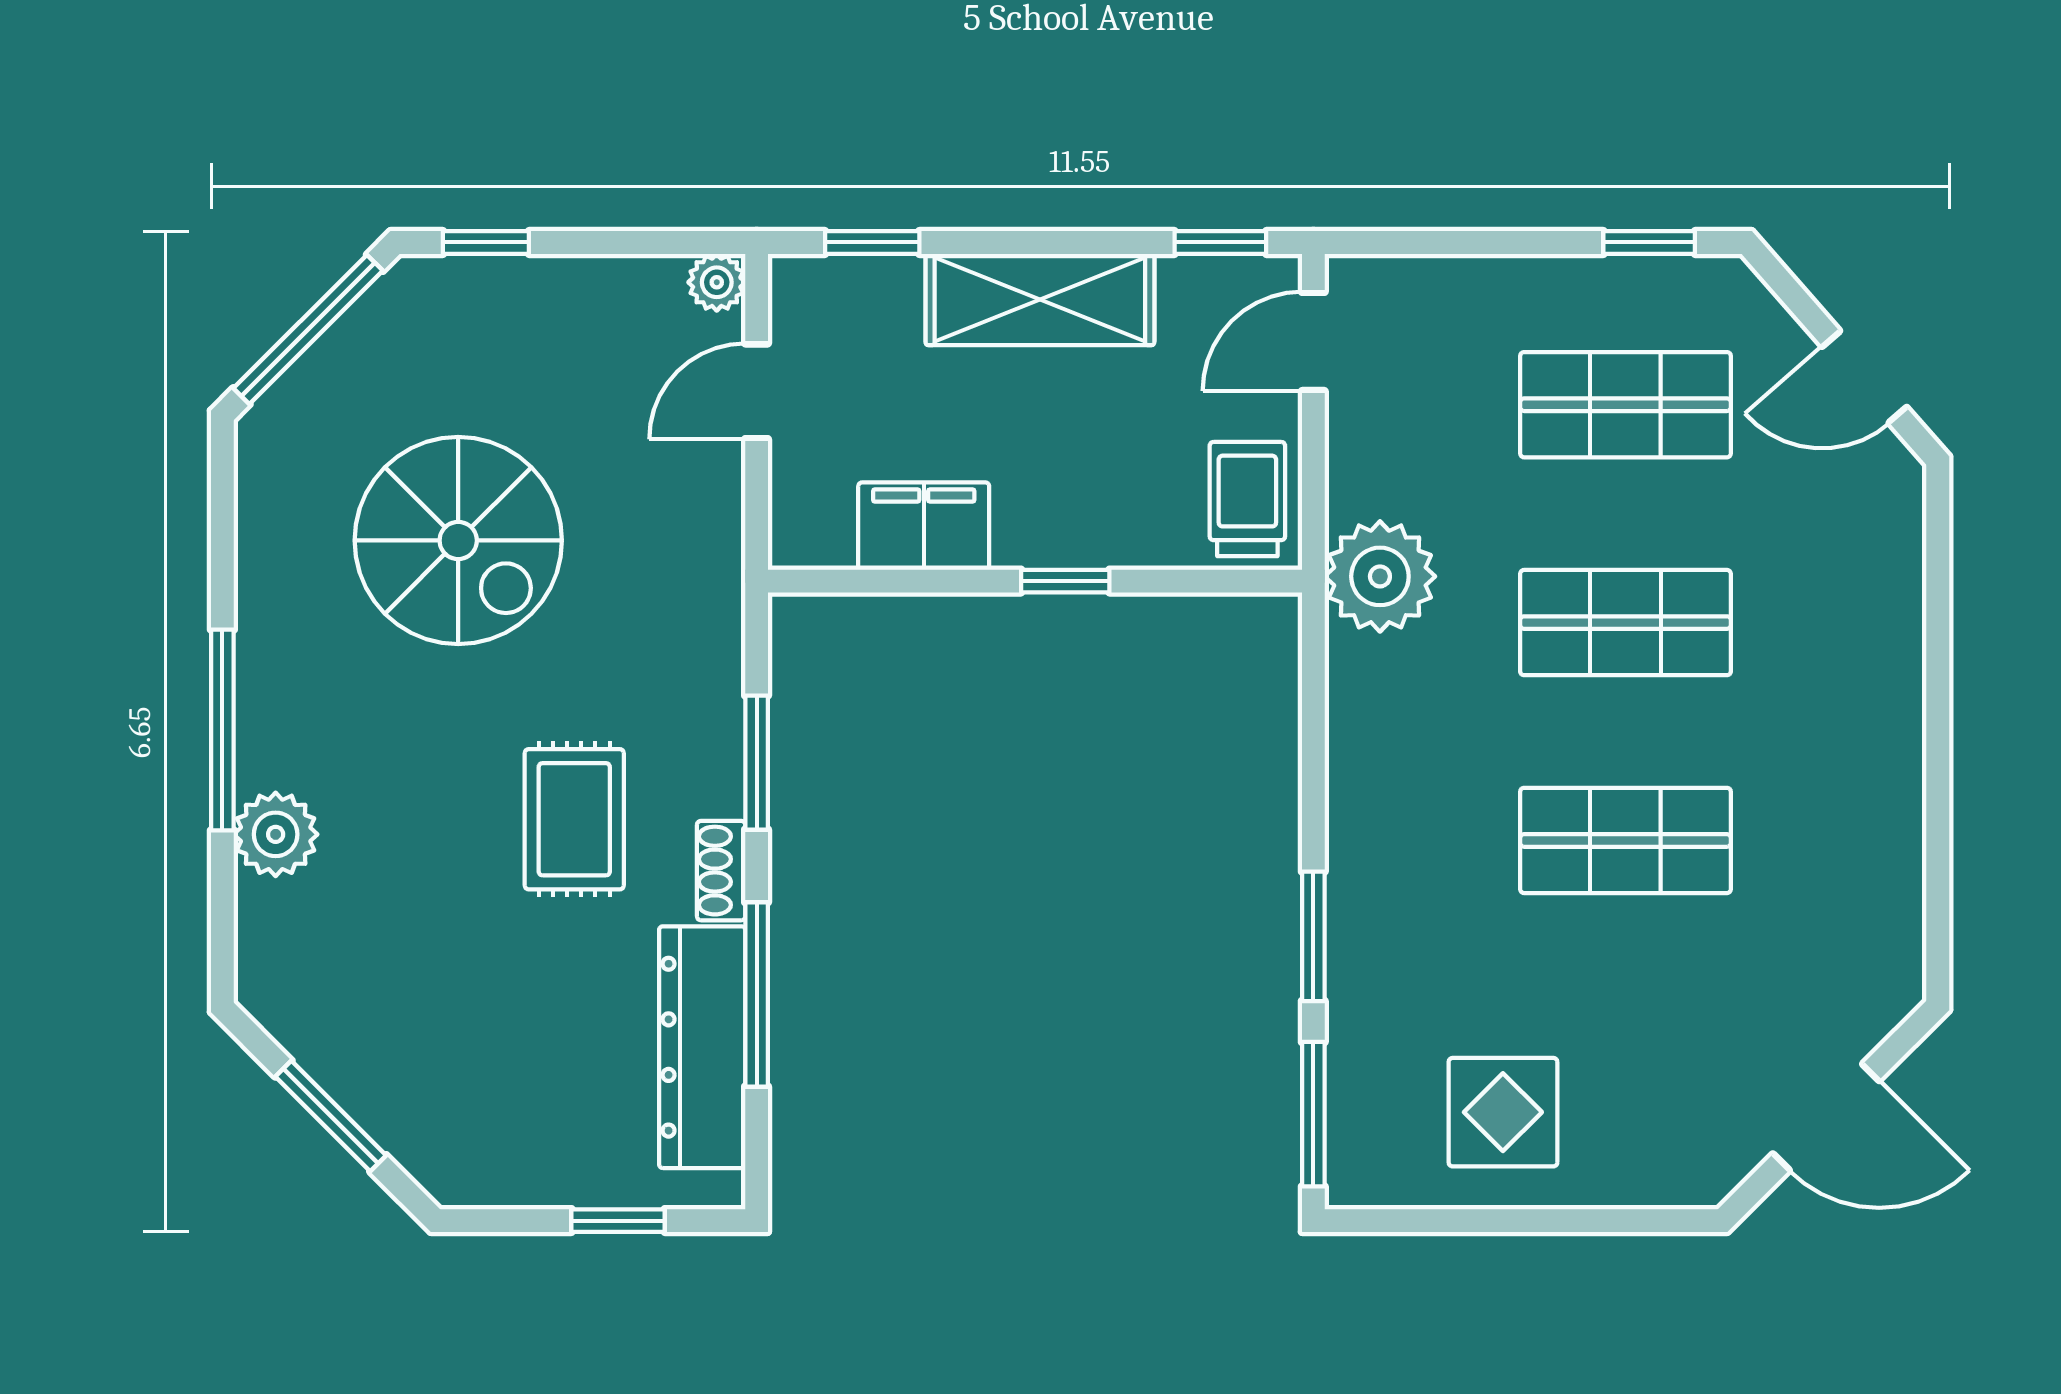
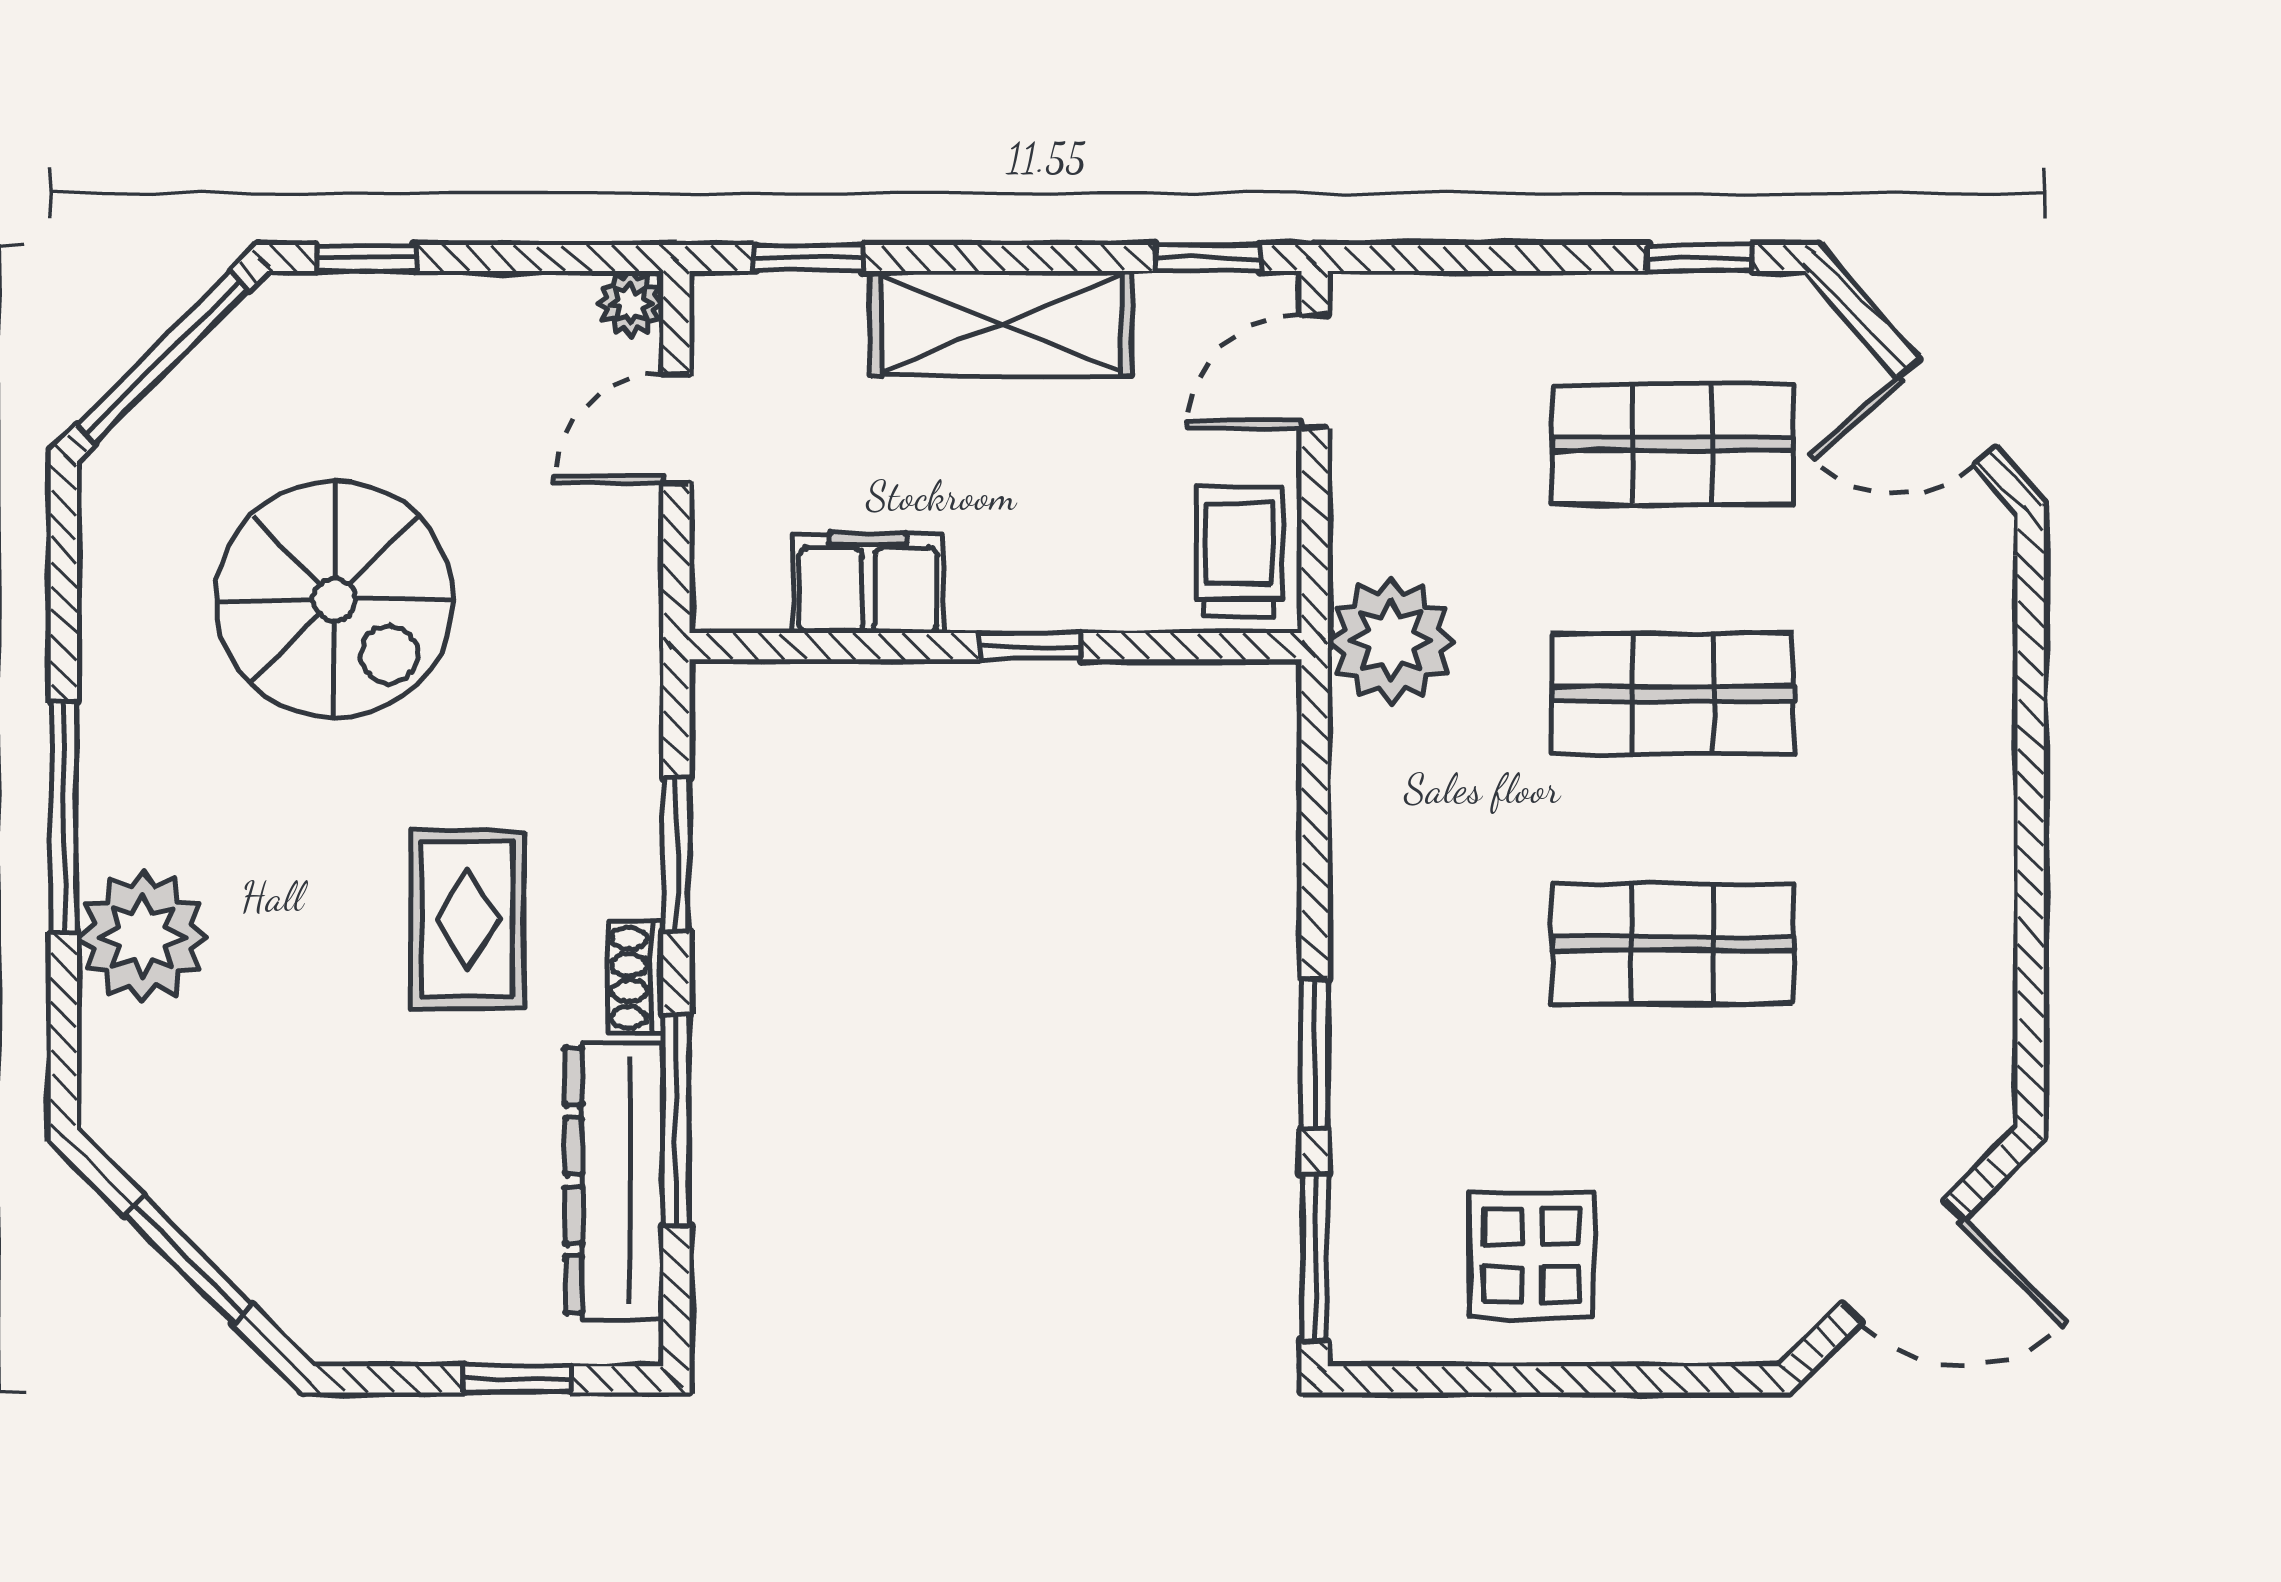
plant: (276, 834) -> (142, 937), width x1.36, depth x1.36

